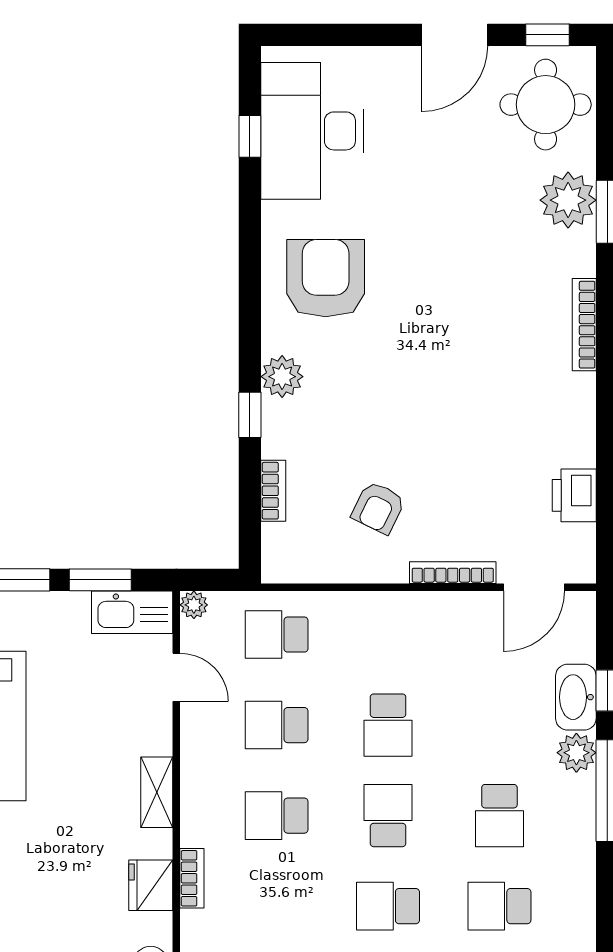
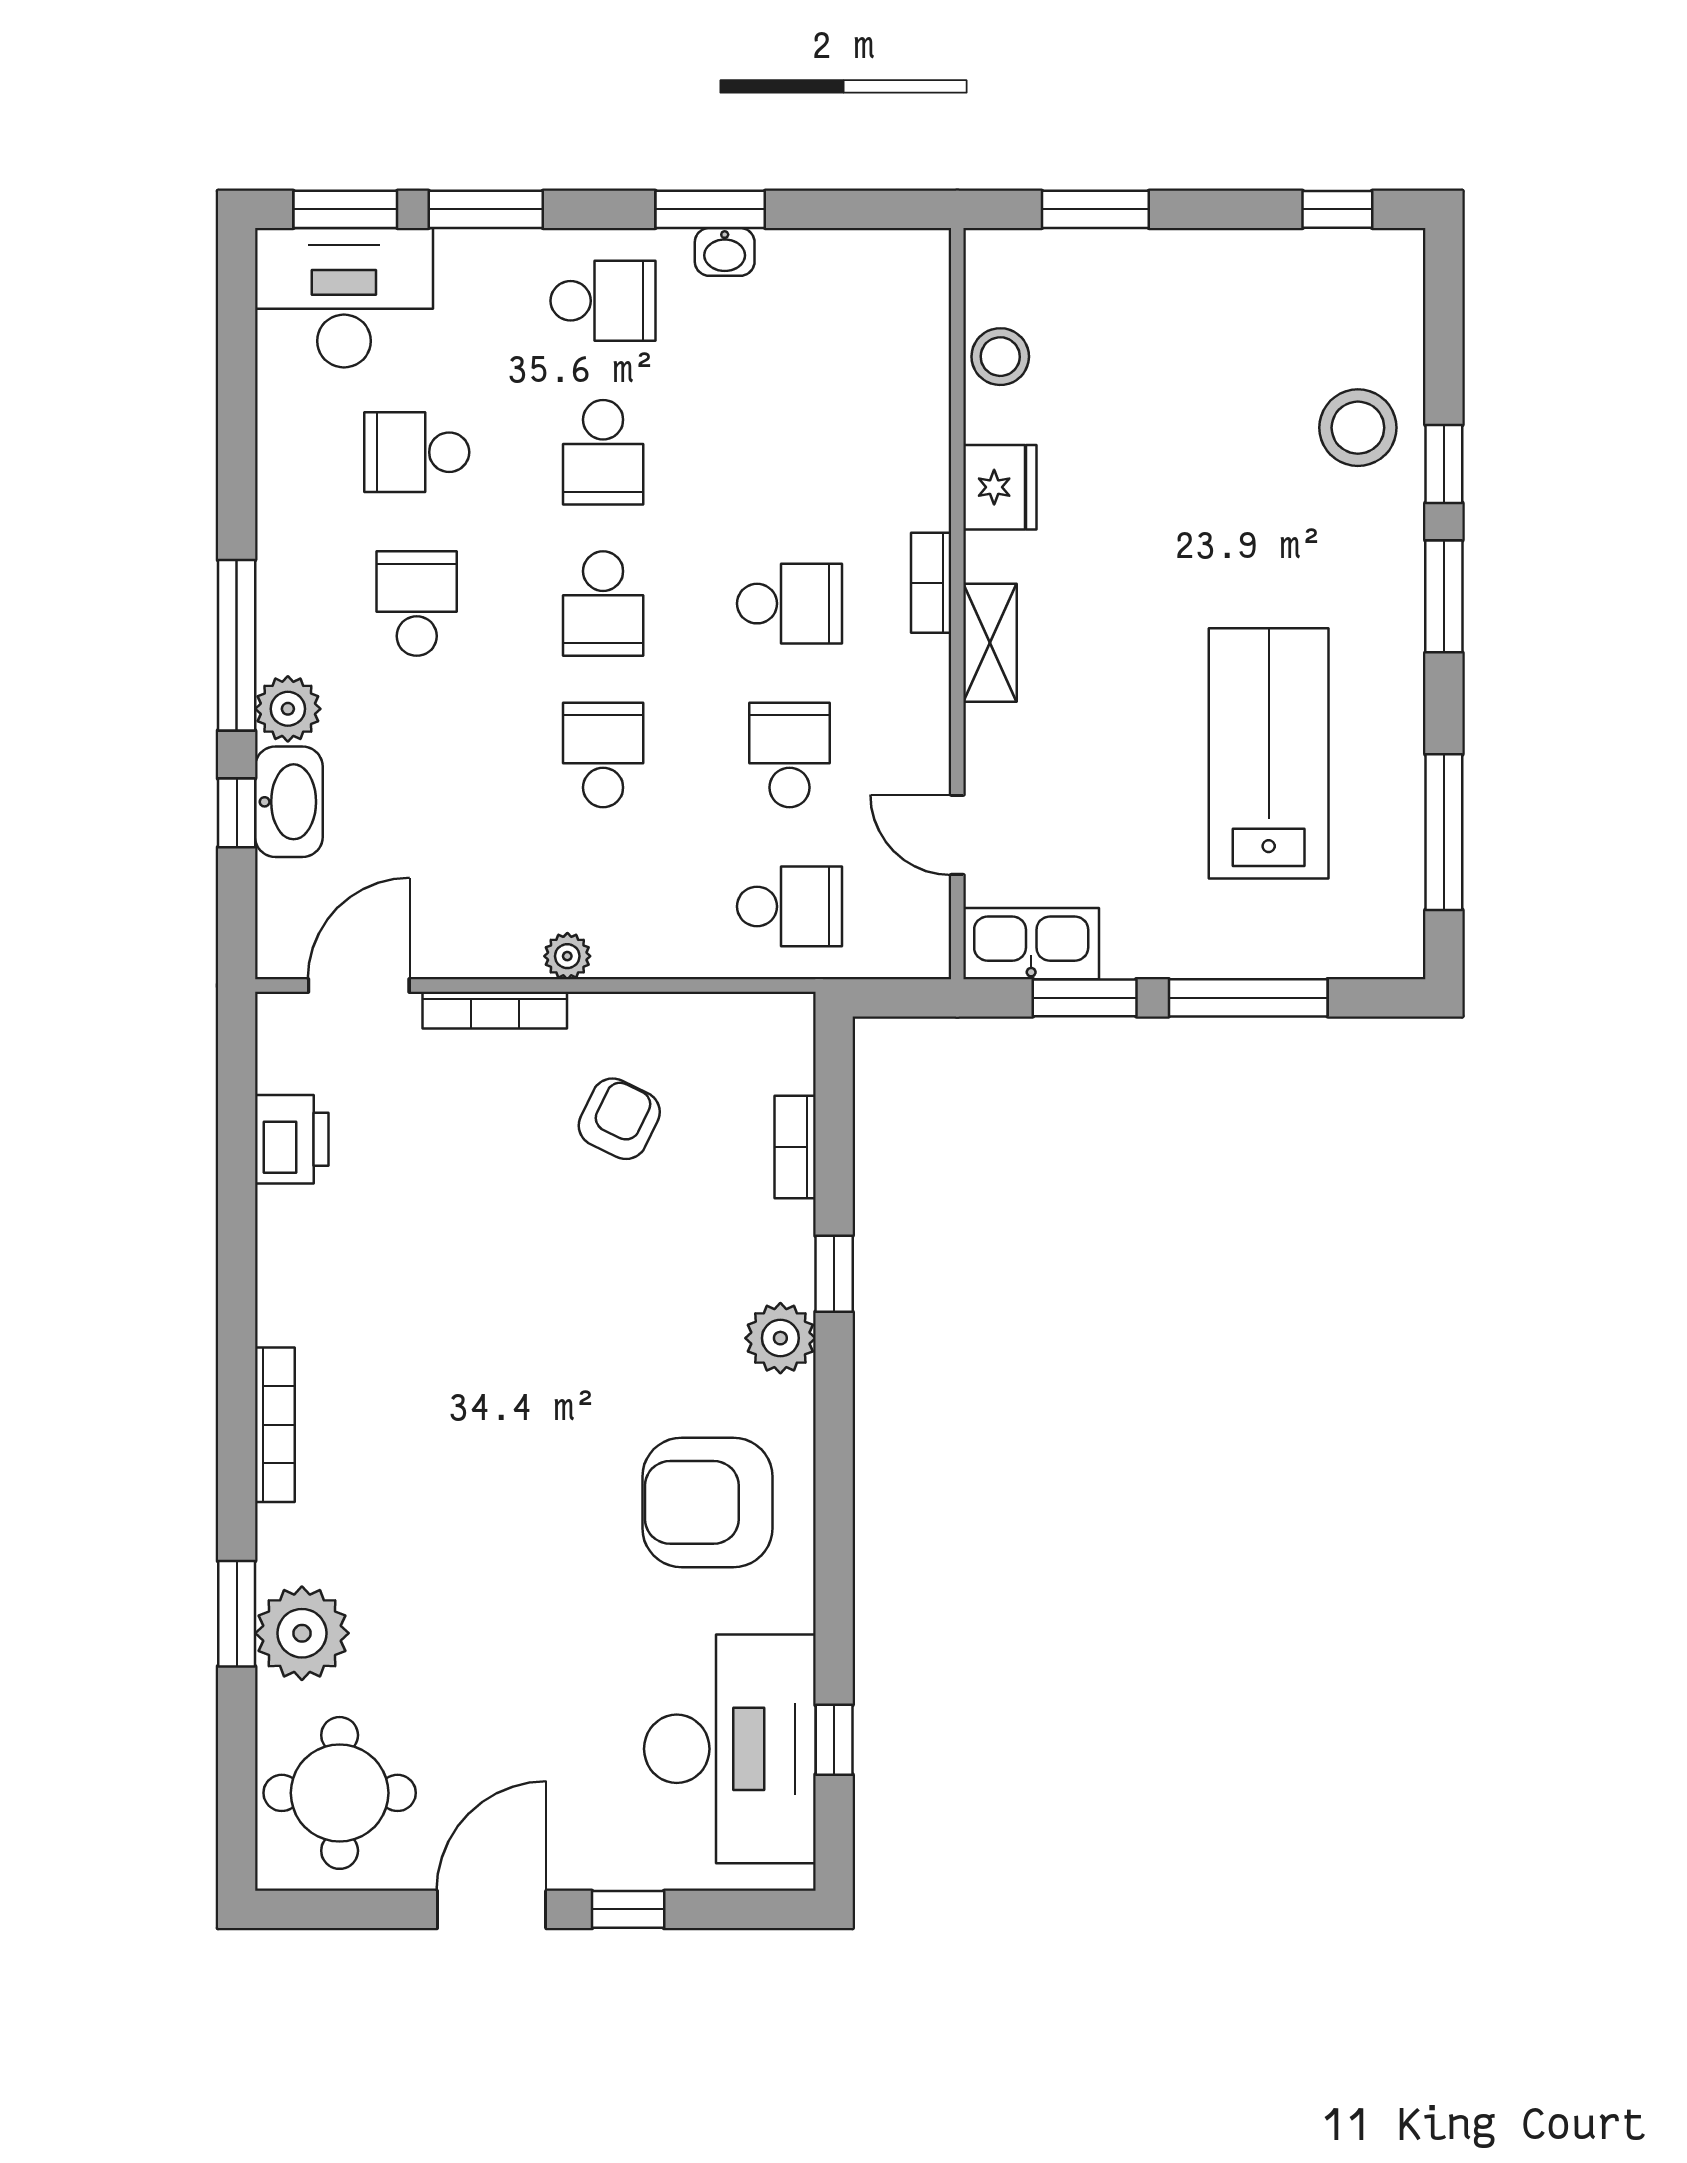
window: (548, 35) -> (628, 1909), moved
armchair: (326, 278) -> (707, 1502), turned 90
plant: (194, 605) -> (567, 956), moved
school desk: (277, 725) -> (789, 755), turned -90
bookcase: (192, 878) -> (931, 583), moved
school desk: (388, 906) -> (603, 452), turned 90
school desk: (499, 906) -> (417, 452), turned 180

